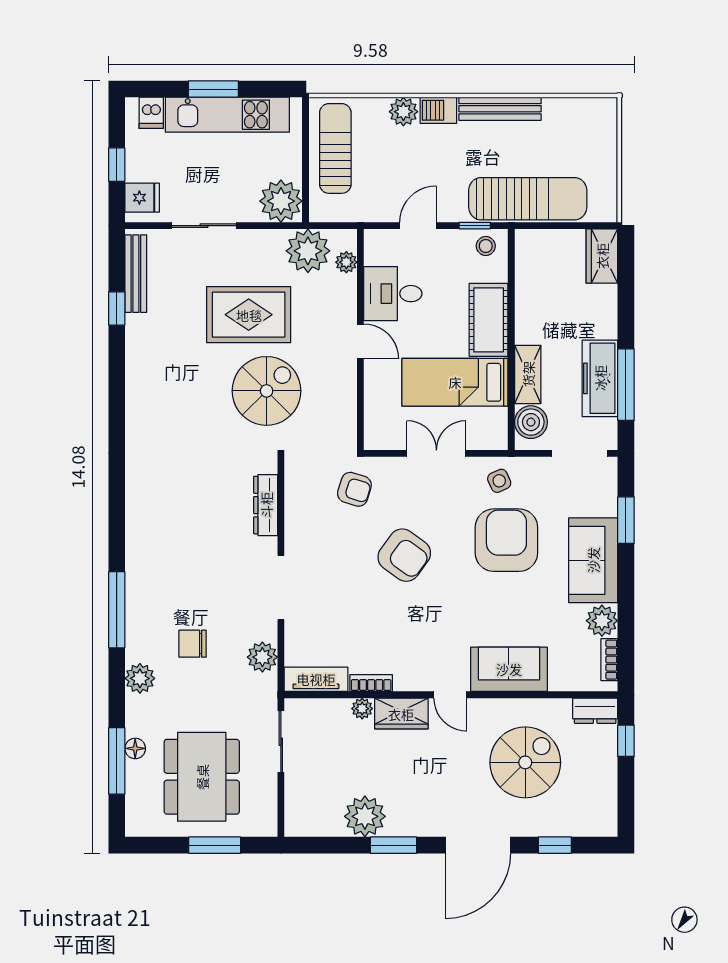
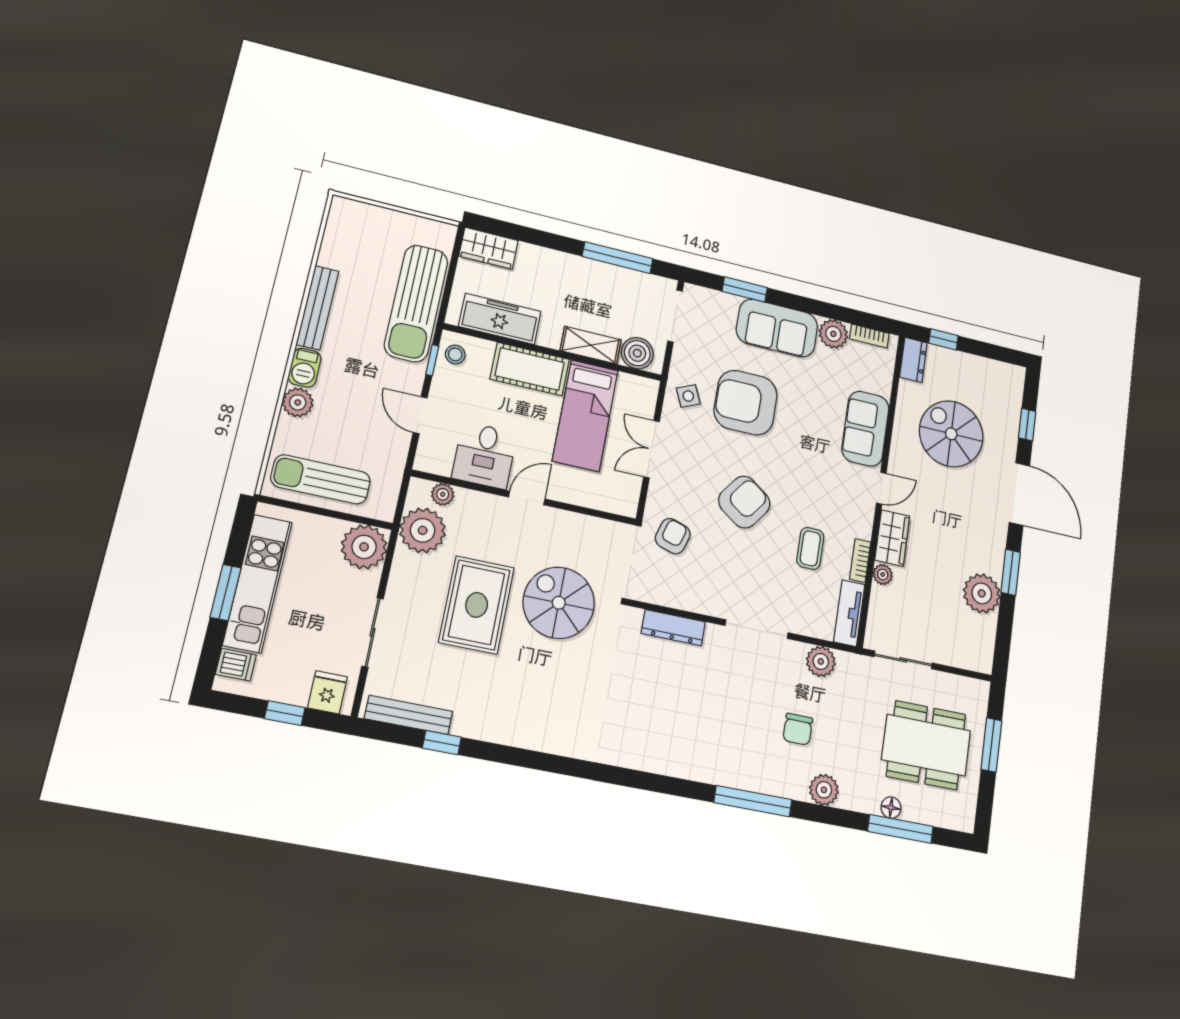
sun lounger: (528, 199) -> (416, 303), turned 180
freezer: (600, 378) -> (500, 319), moved, turned 180
coffee table: (372, 630) -> (810, 548), added

